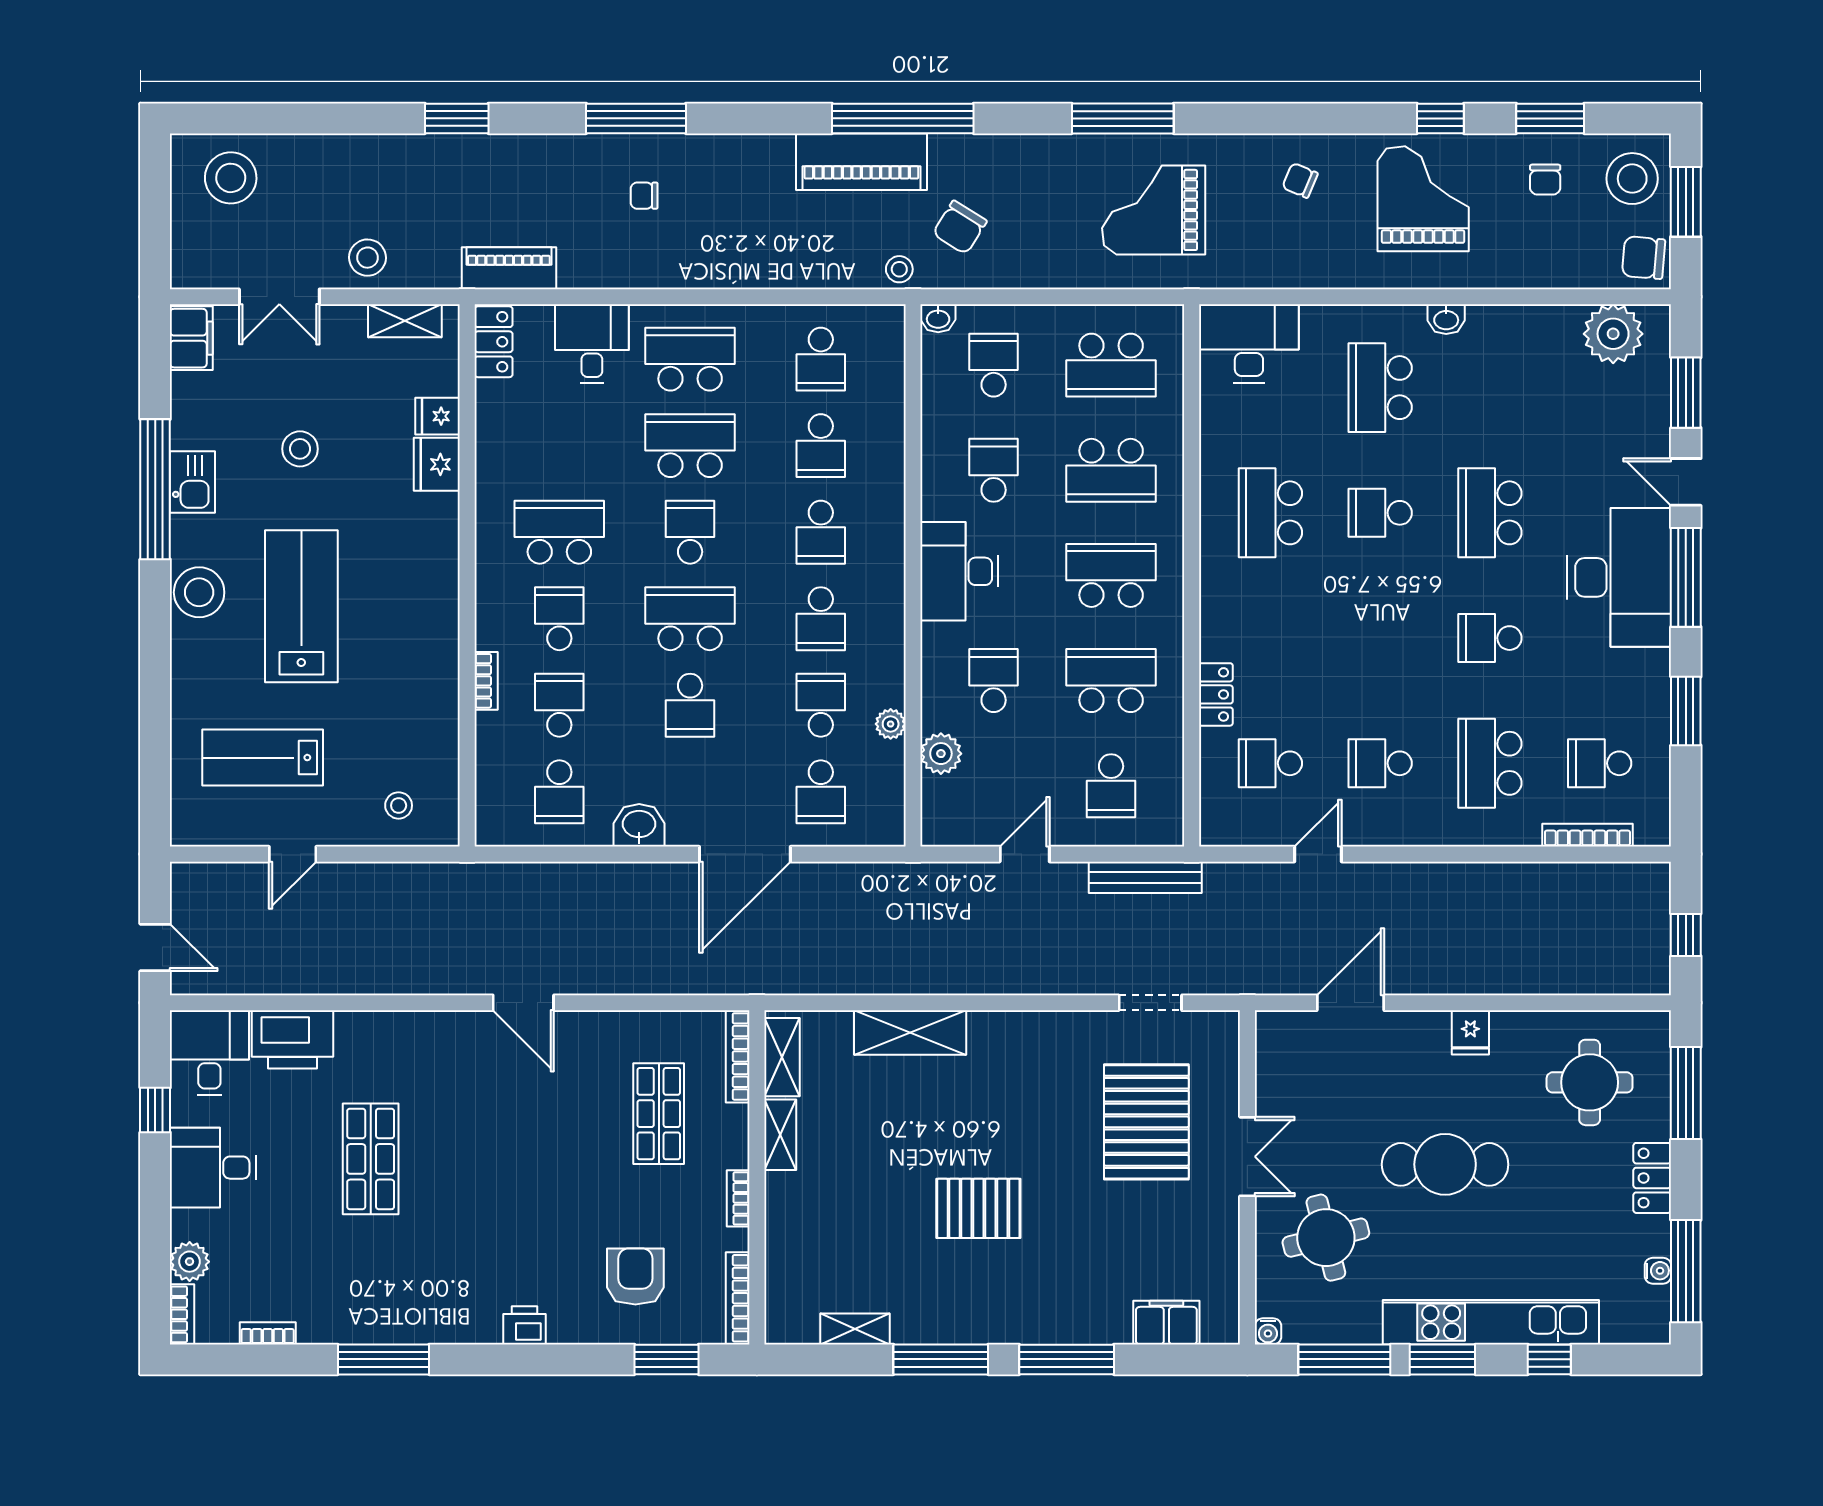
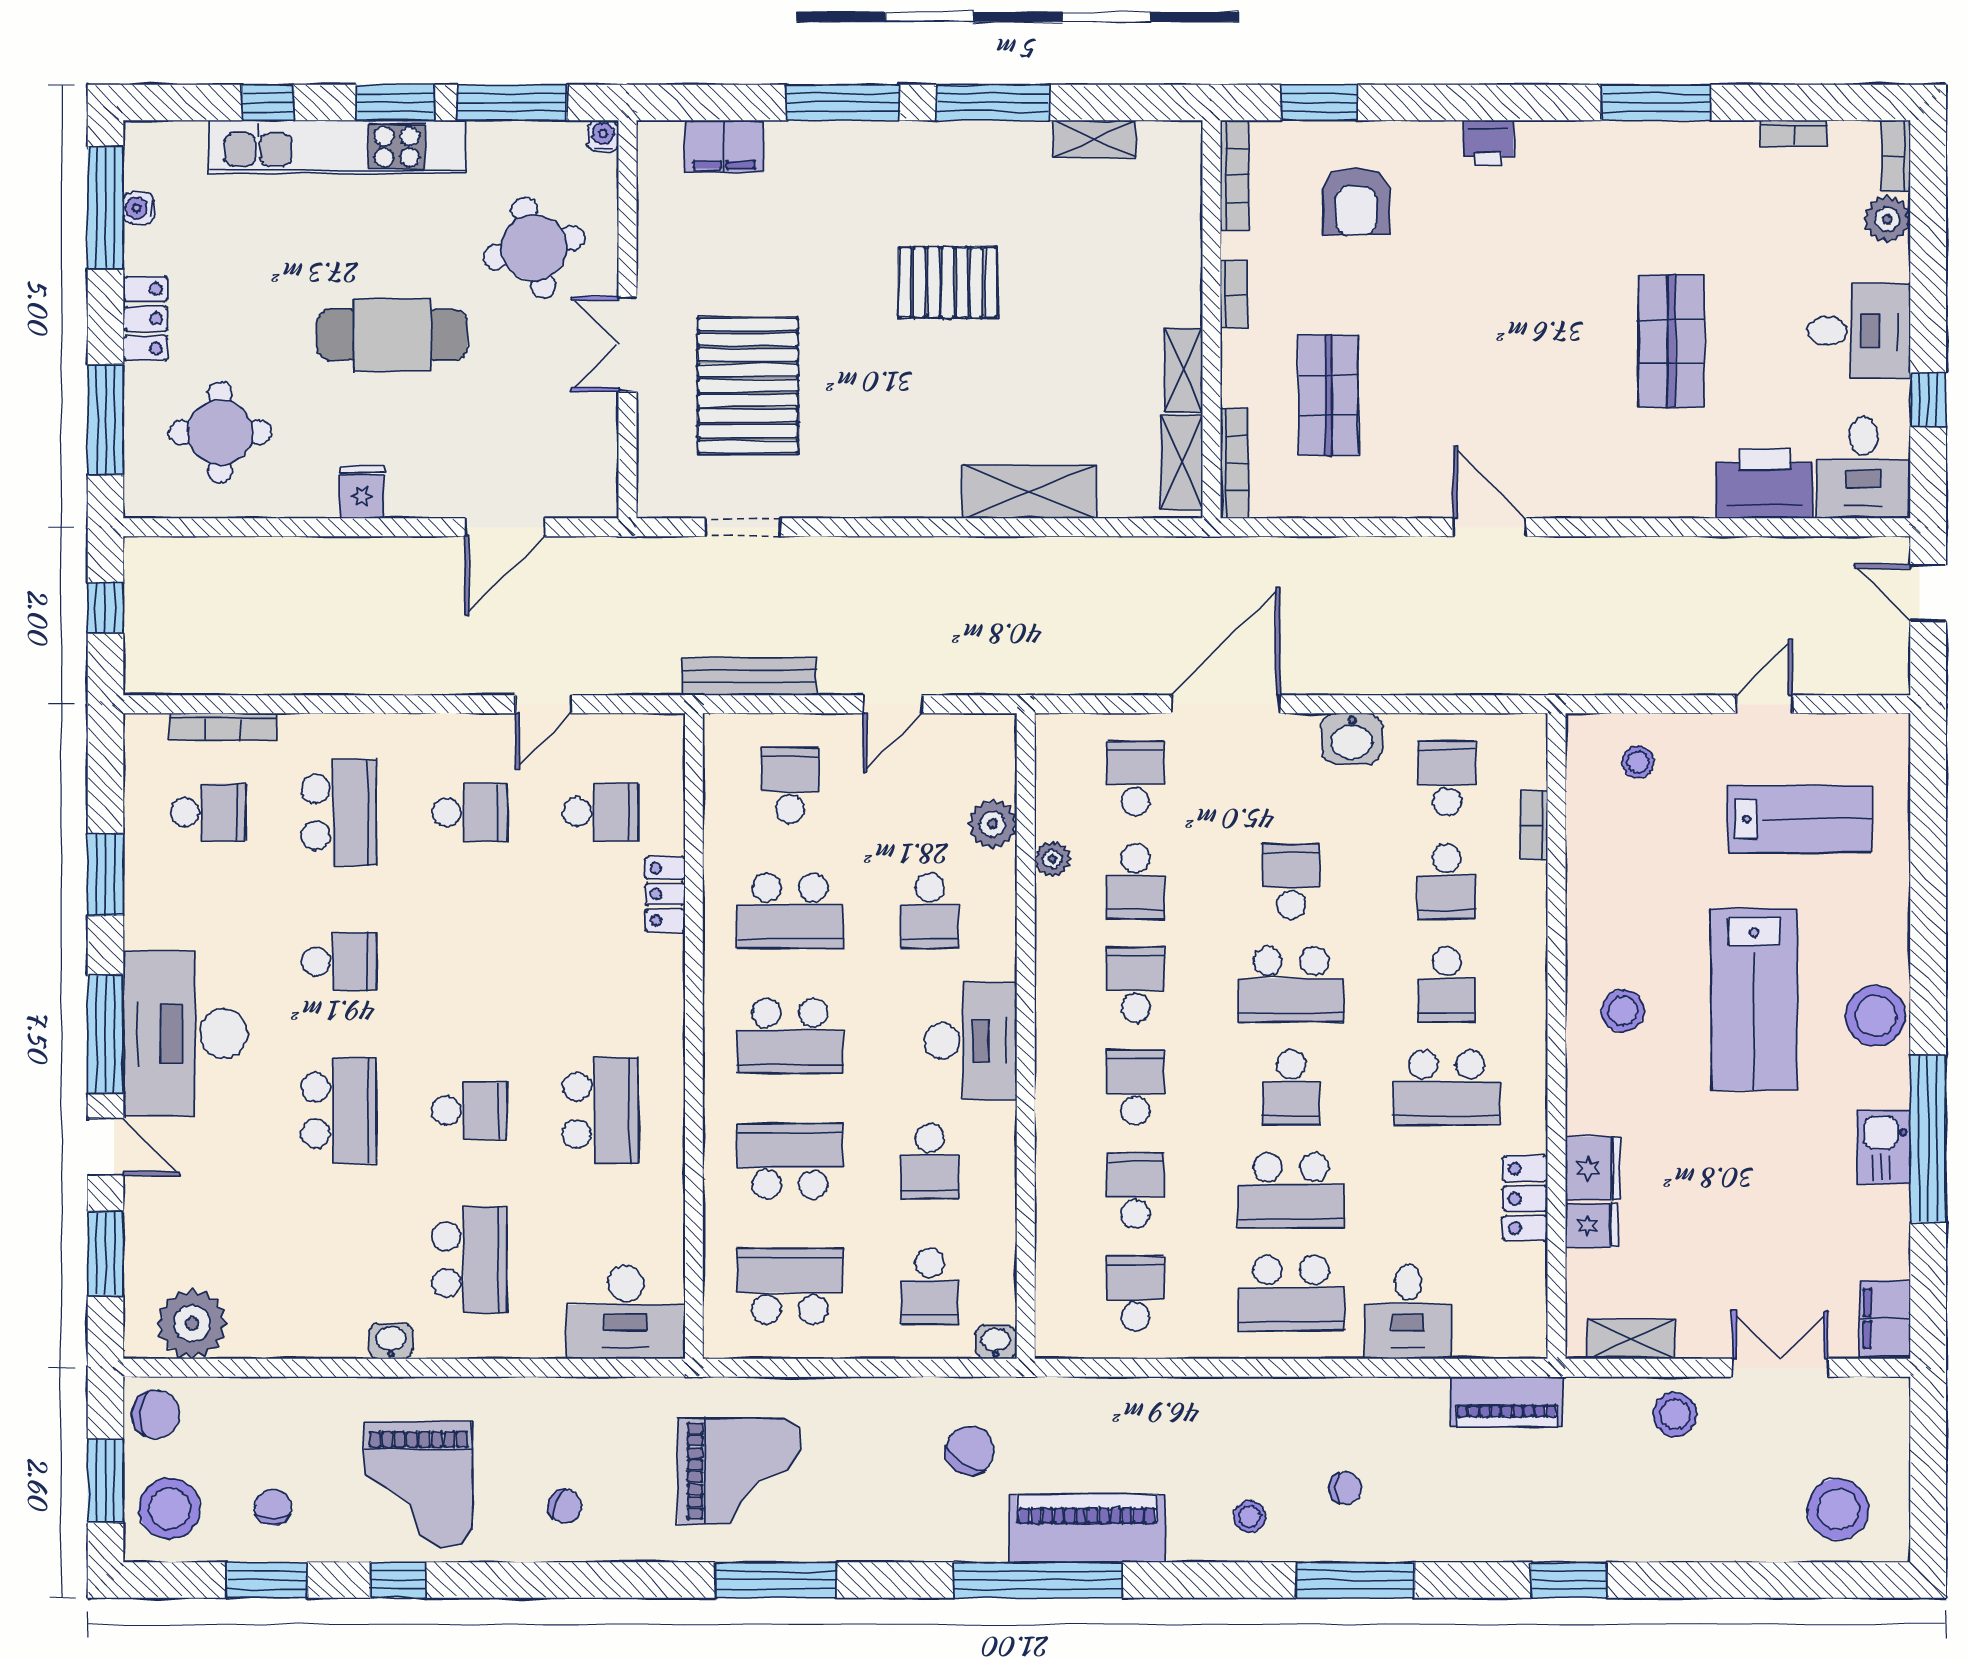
stool: (899, 269) -> (1250, 1517), moved
locker: (494, 342) -> (1525, 1199), moved
stool: (300, 449) -> (1623, 1011), moved
bookcase: (486, 681) -> (1534, 825), moved

